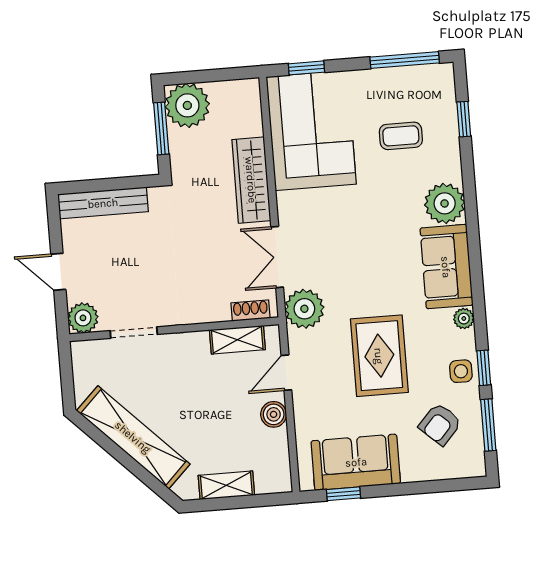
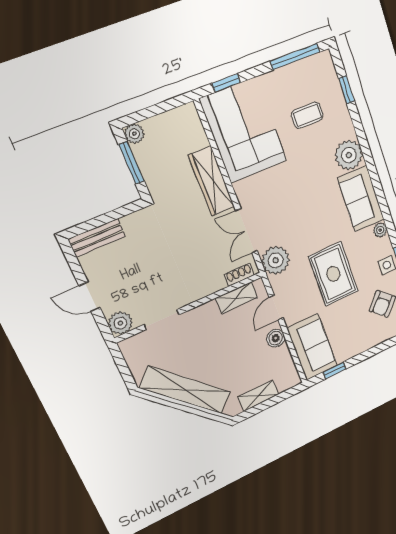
plant: (187, 105) -> (134, 134), width x0.53, depth x0.53
bench: (103, 203) -> (97, 238), width x0.73
sofa: (356, 462) -> (312, 347), moved, turned 90

